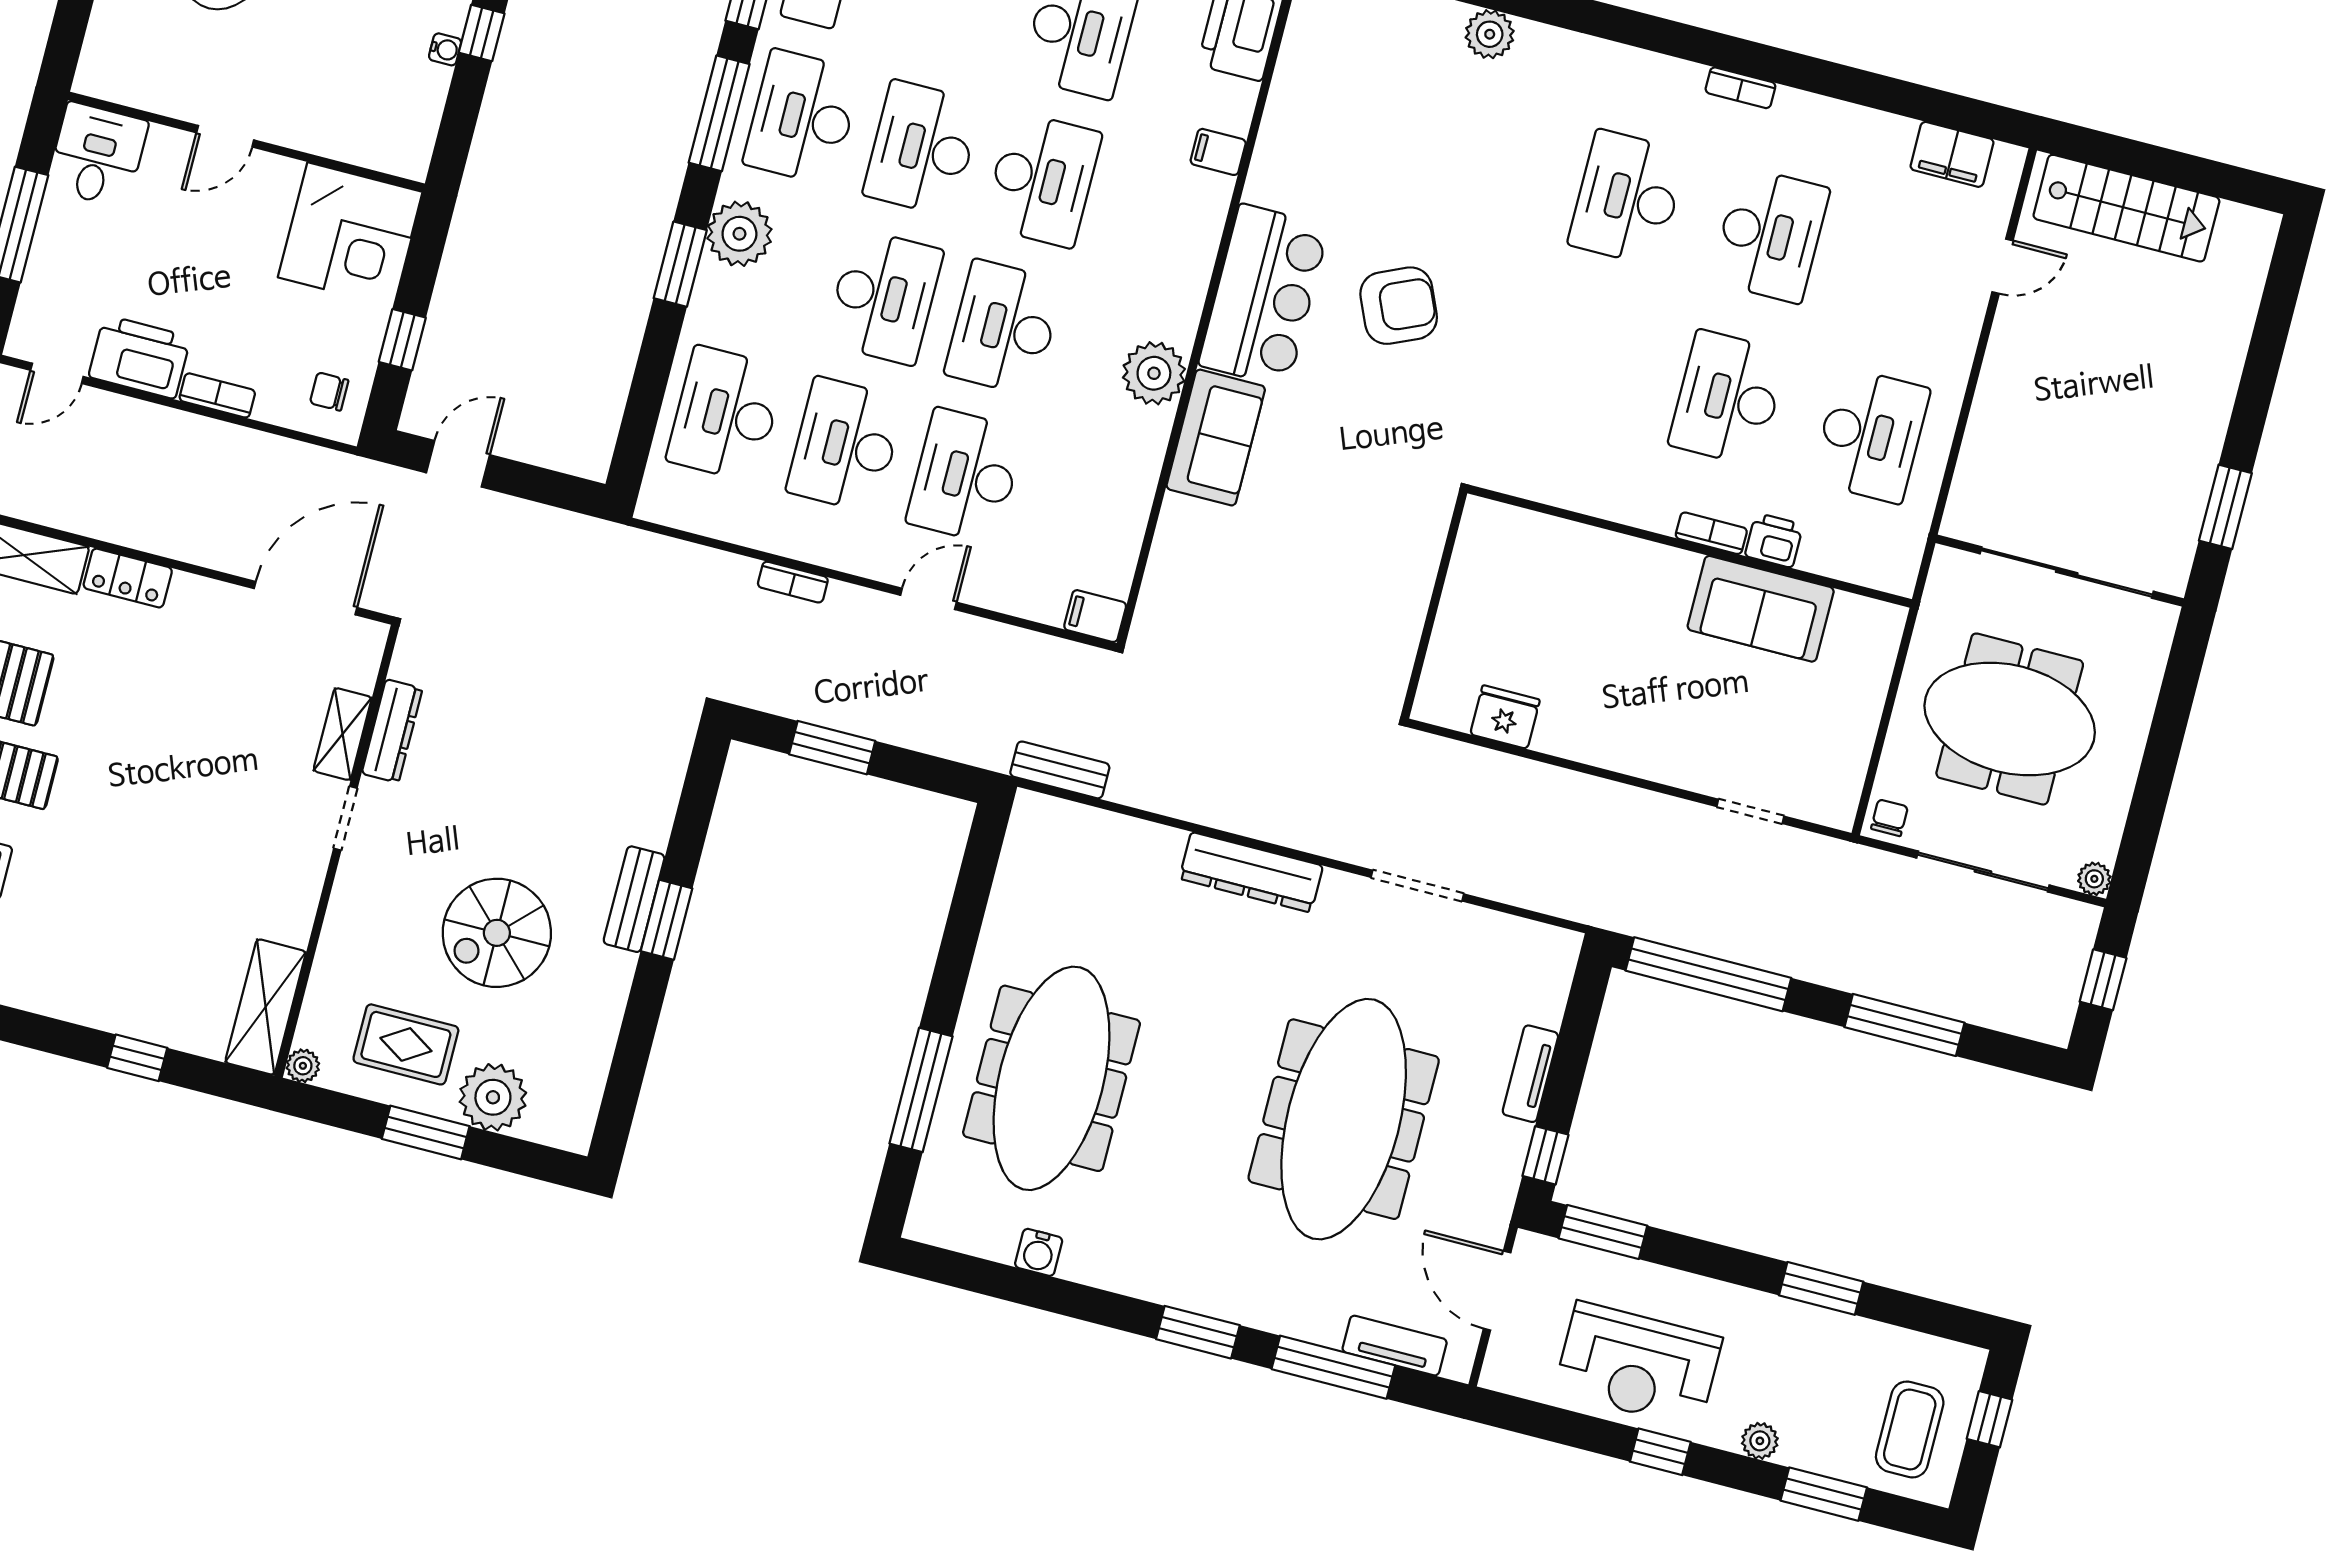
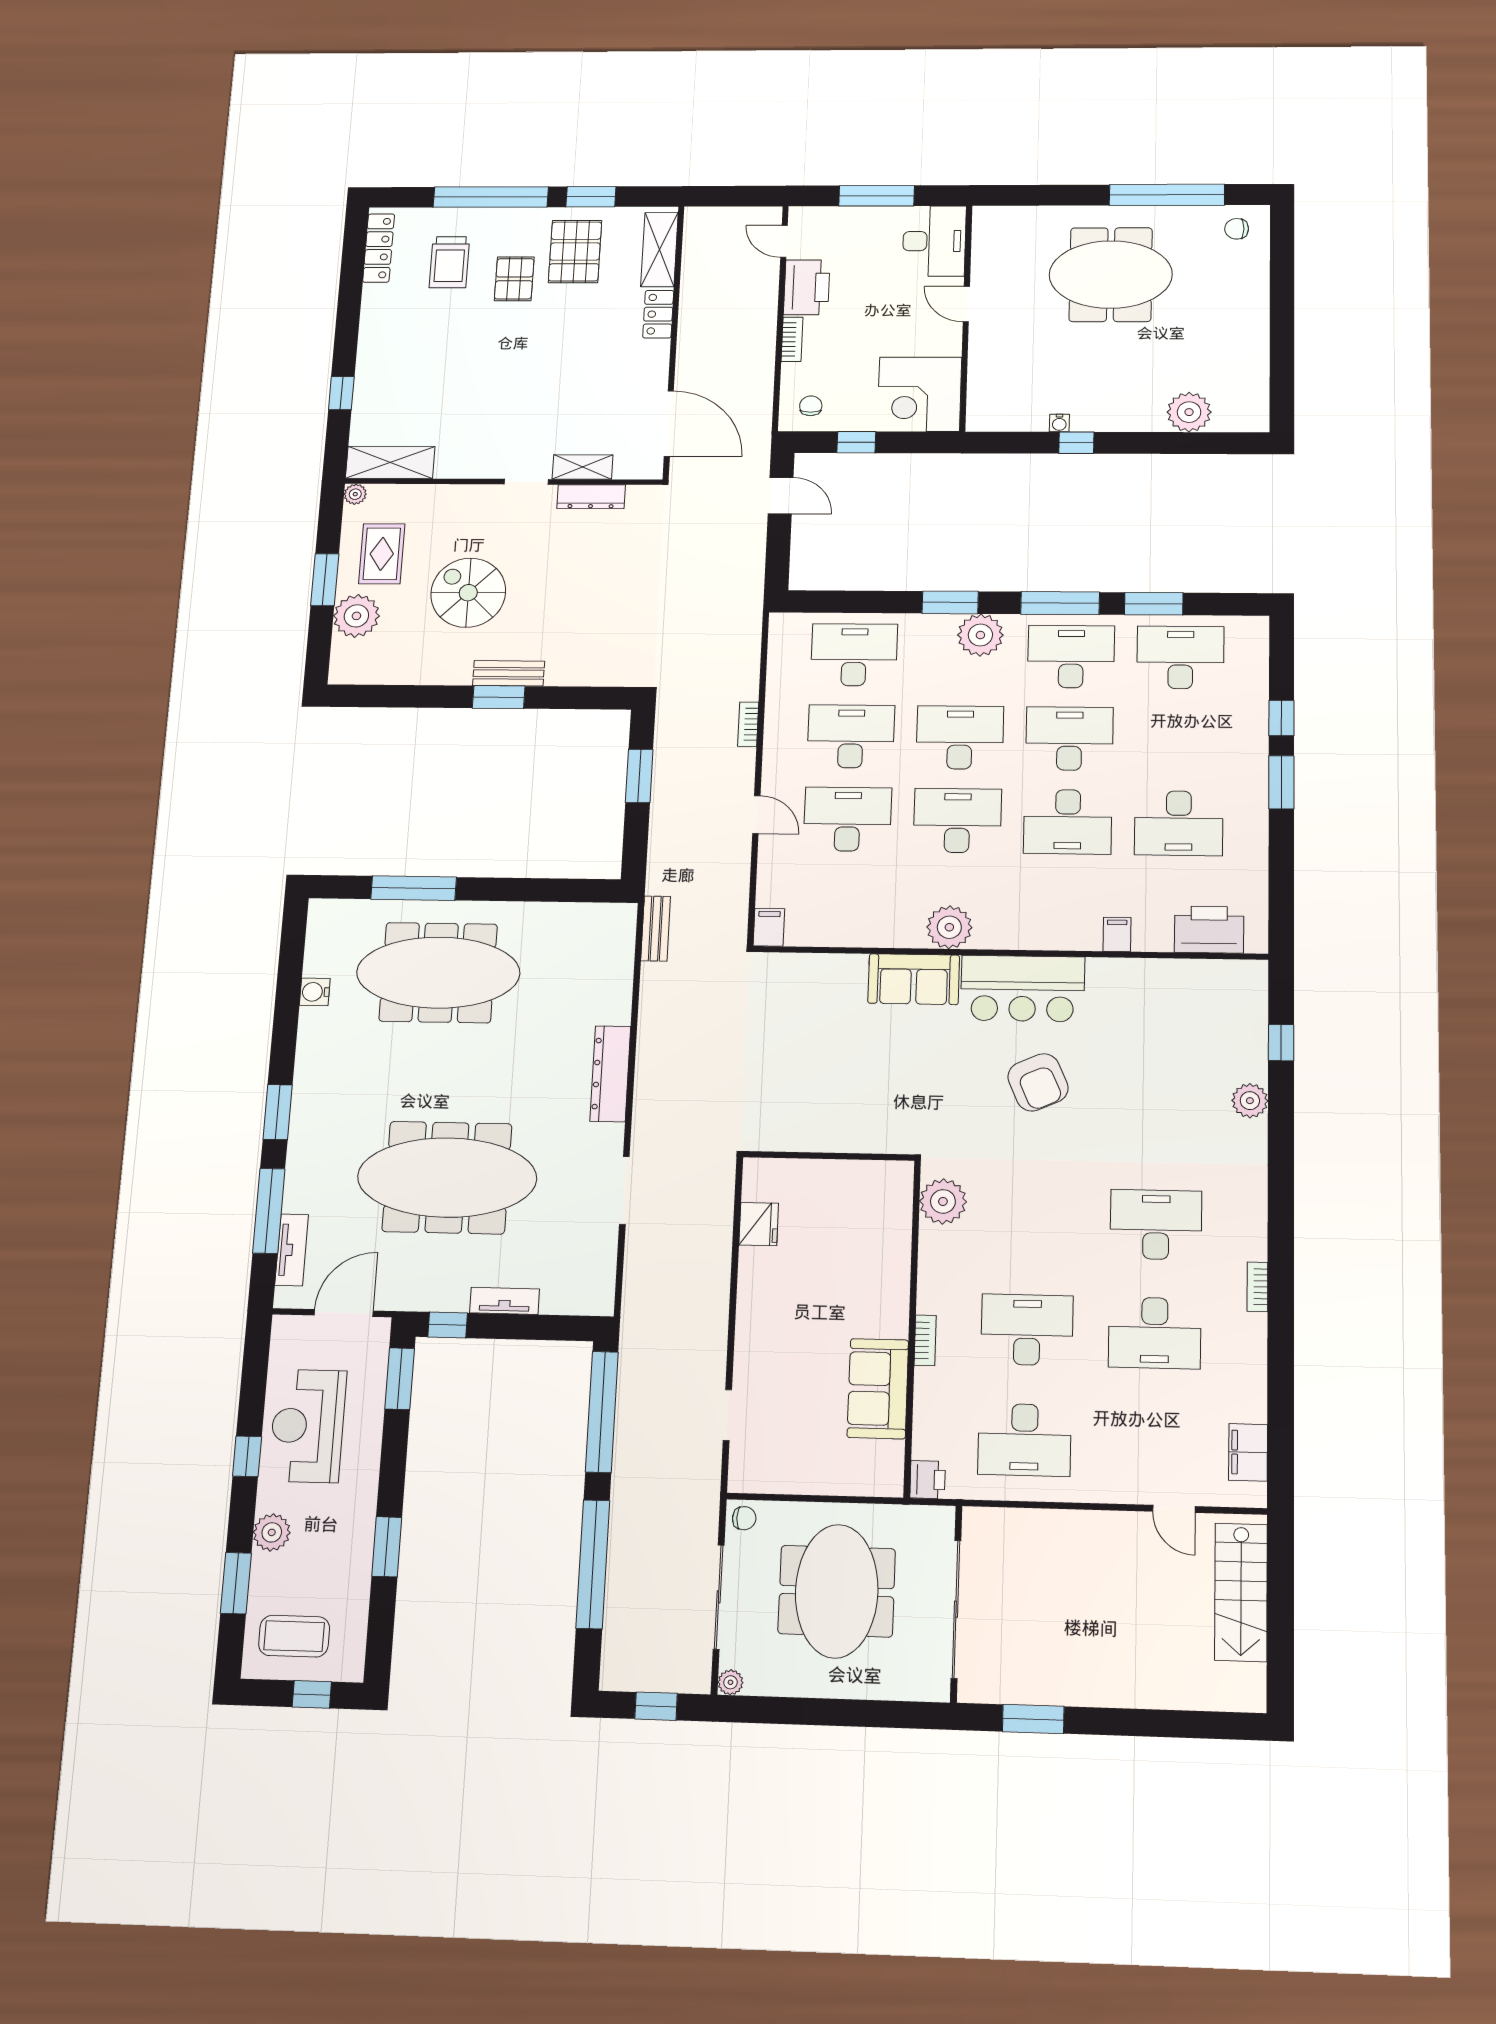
desk: (97, 155) -> (934, 241), width x1.37
desk: (884, 297) -> (960, 737), turned 180
plant: (1531, 468) -> (943, 1201), added
printer: (1774, 540) -> (928, 1480), moved
window: (1904, 1025) -> (593, 1564), width x1.46
plant: (1760, 1441) -> (272, 1532), width x1.38, depth x1.38

